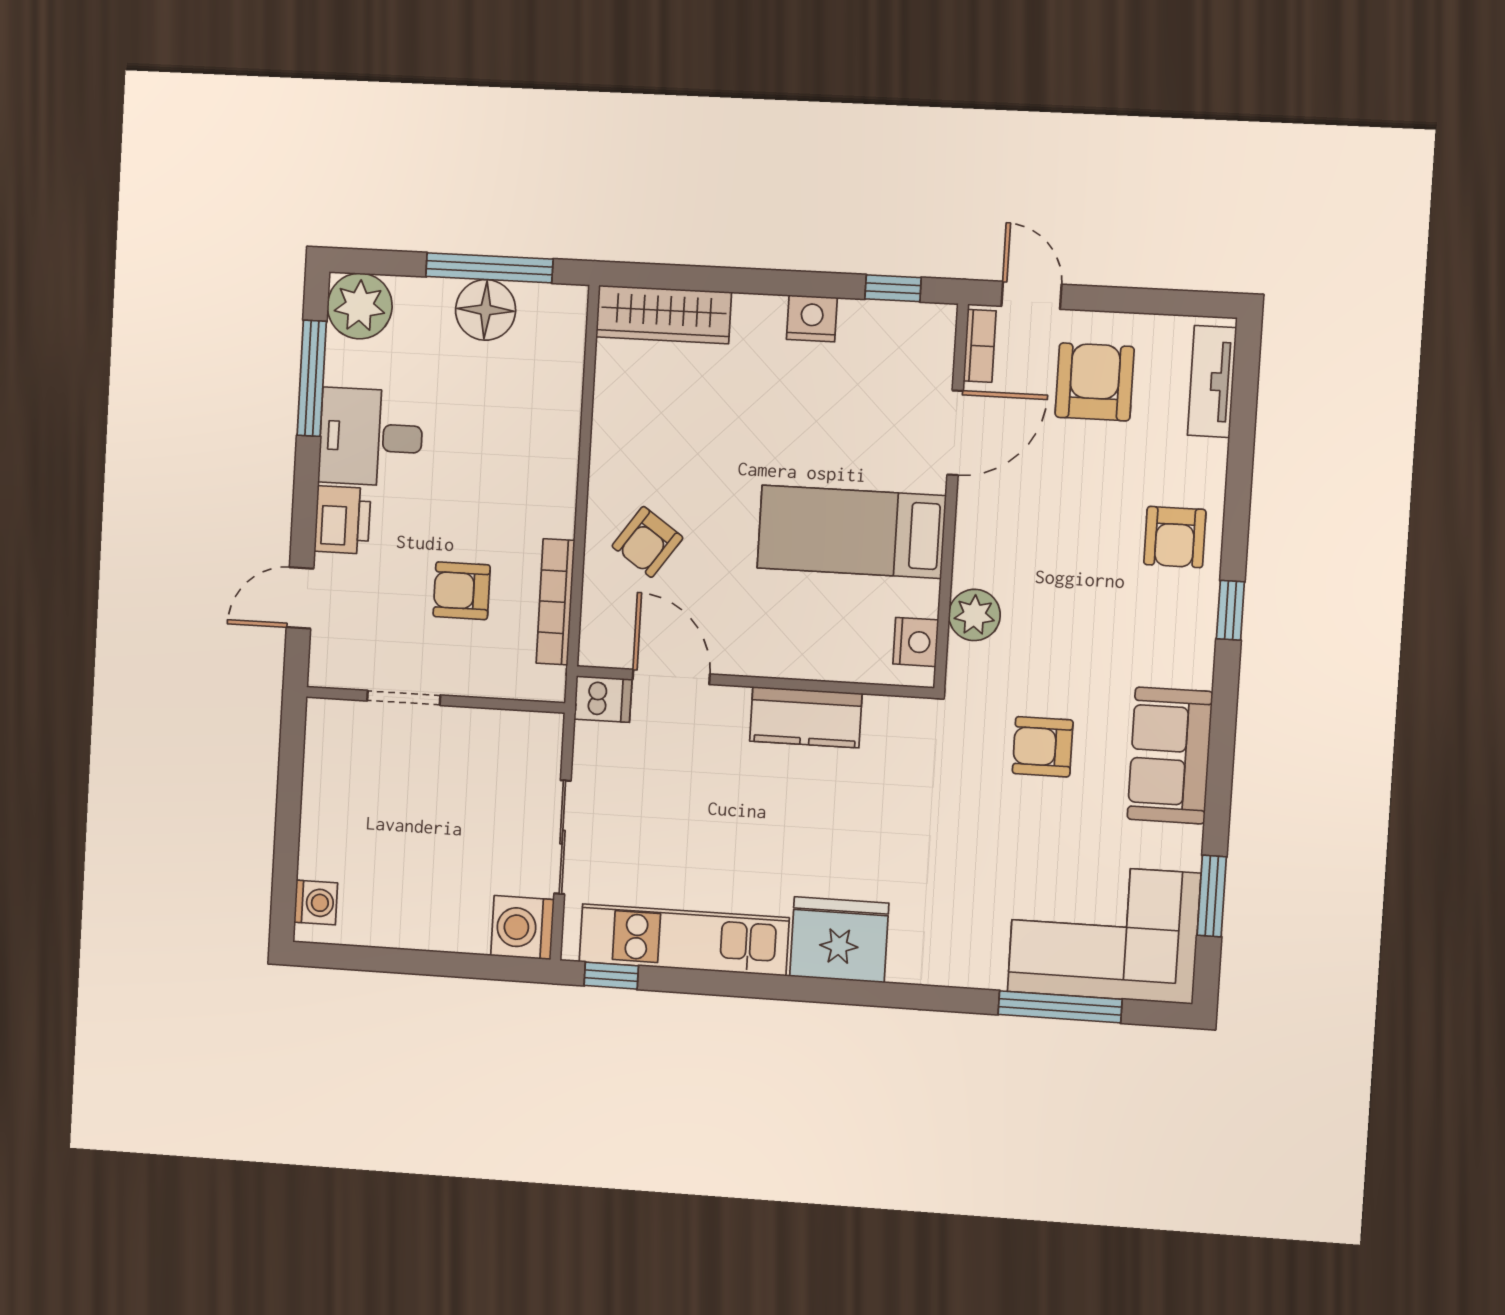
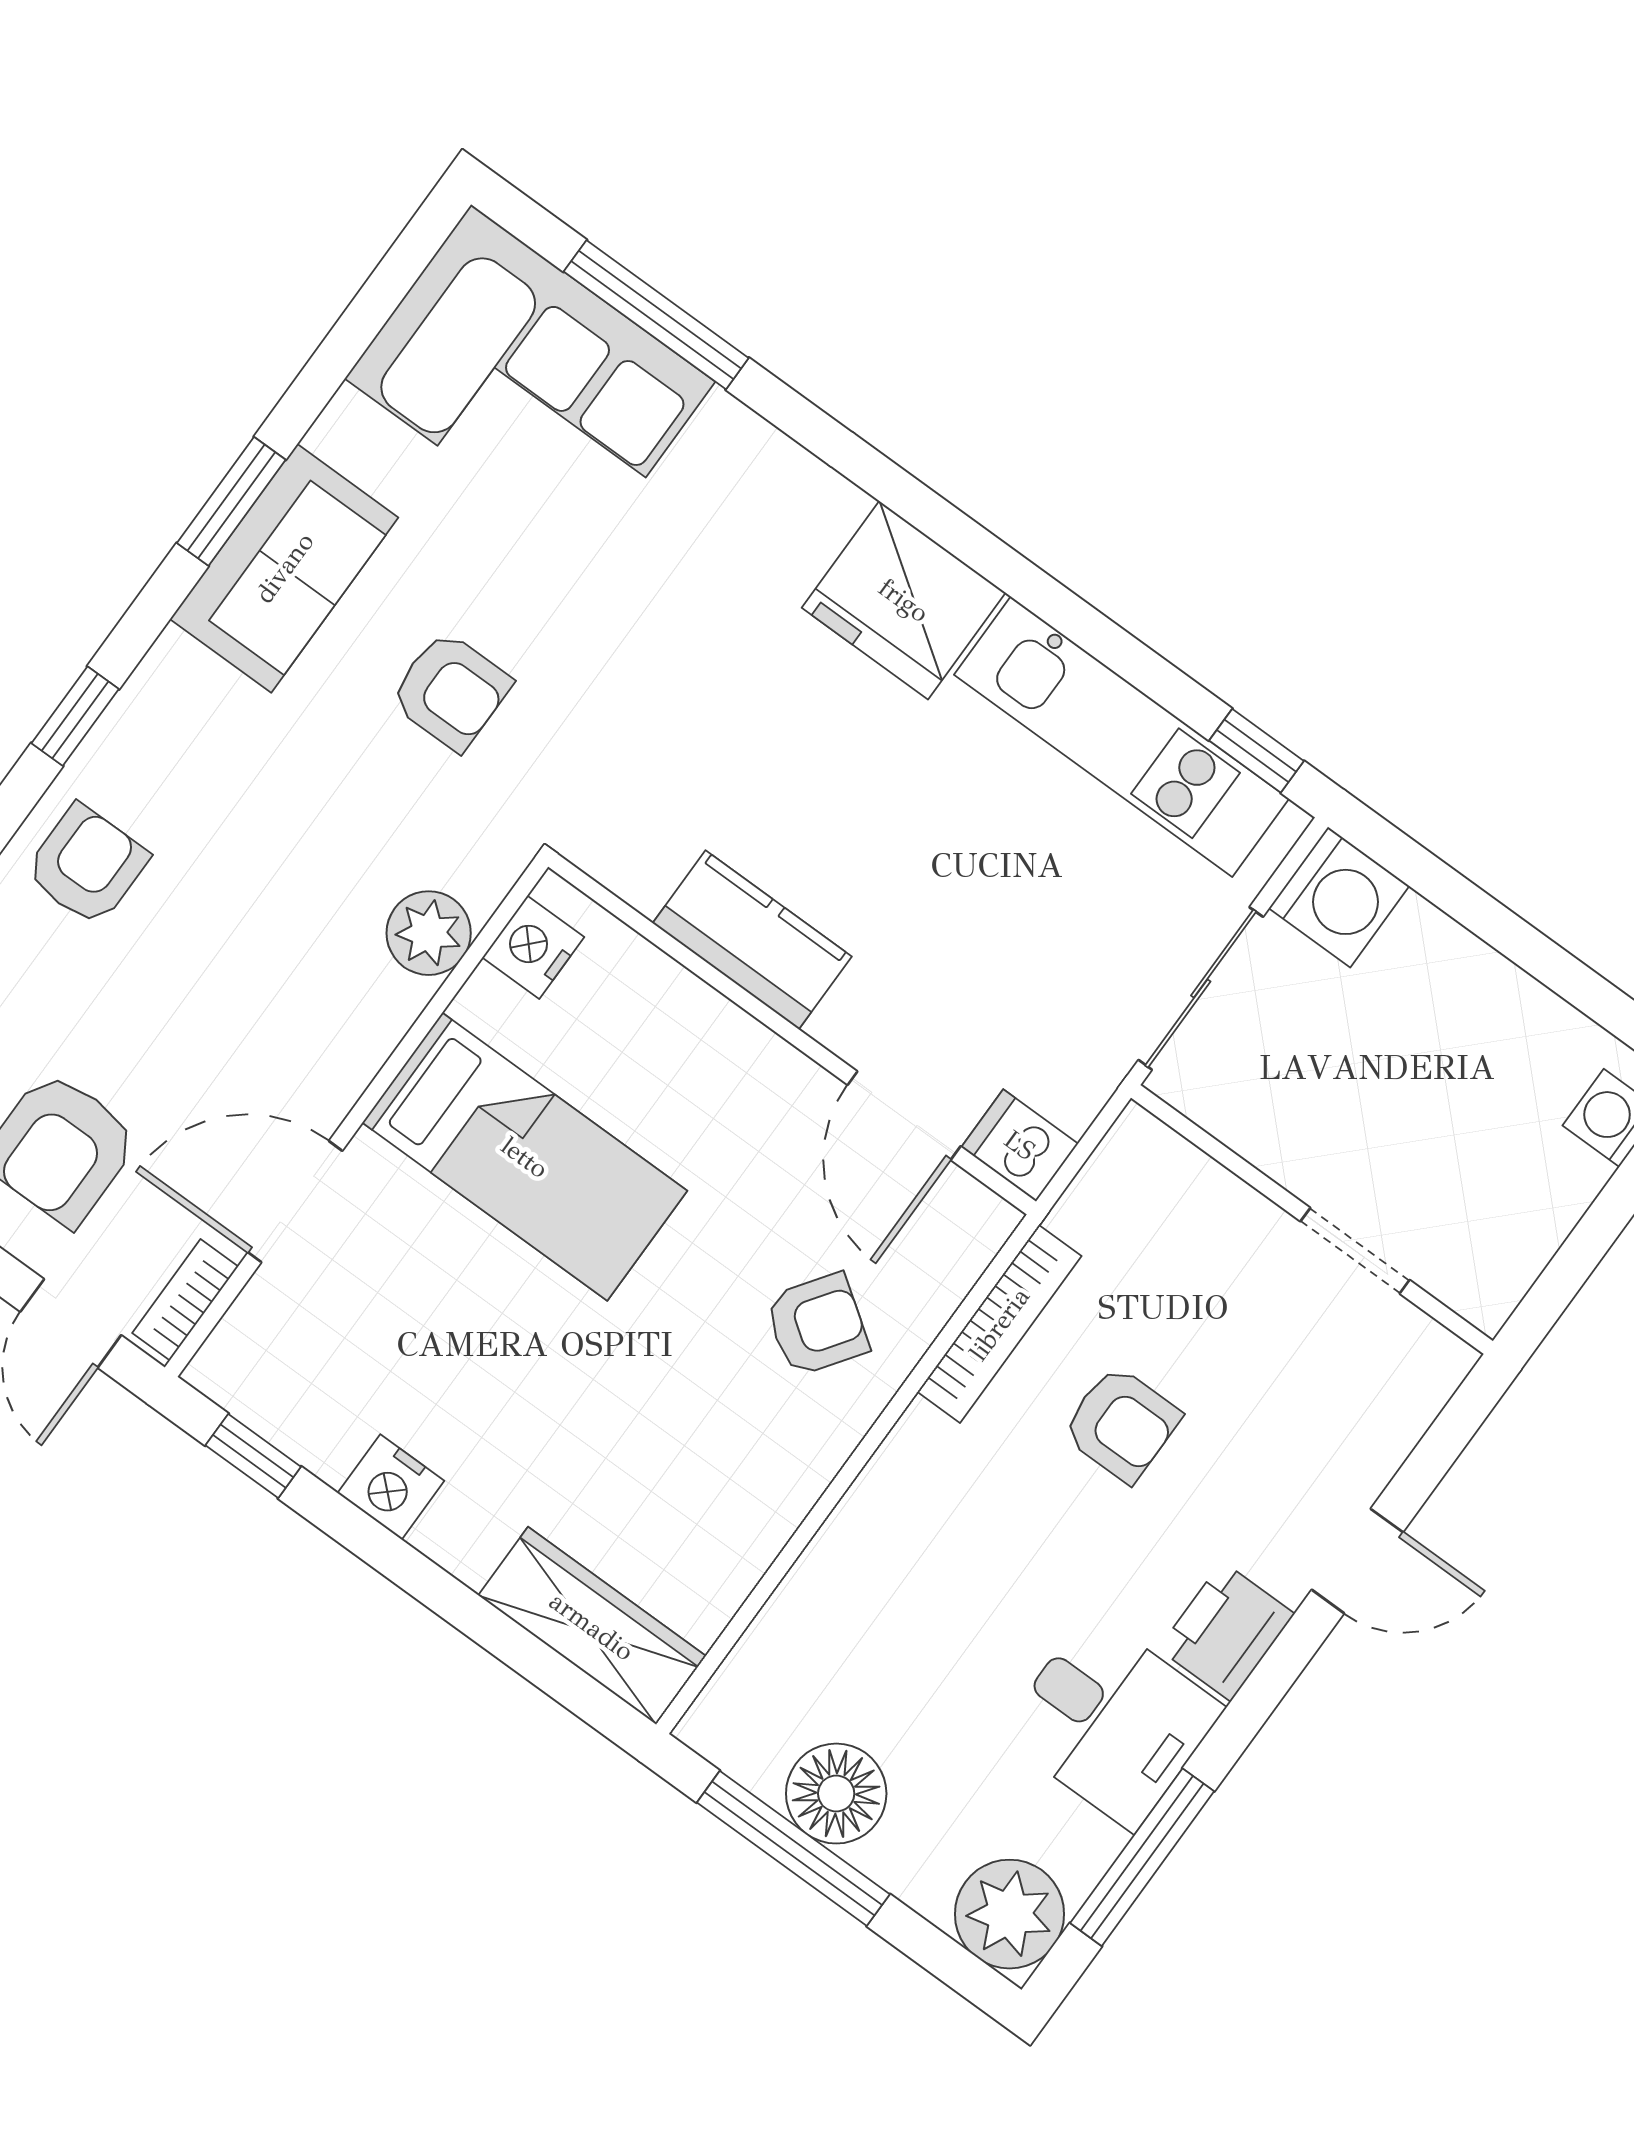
doorway: (404, 698) -> (1355, 1251), moved
wall: (435, 700) -> (1312, 1219), moved
window: (1212, 896) -> (231, 501), moved

